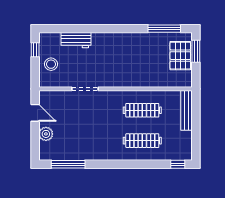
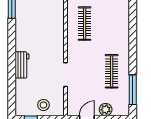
workbench: (76, 40) -> (22, 65), moved
clothes rail: (142, 141) -> (112, 71), moved

